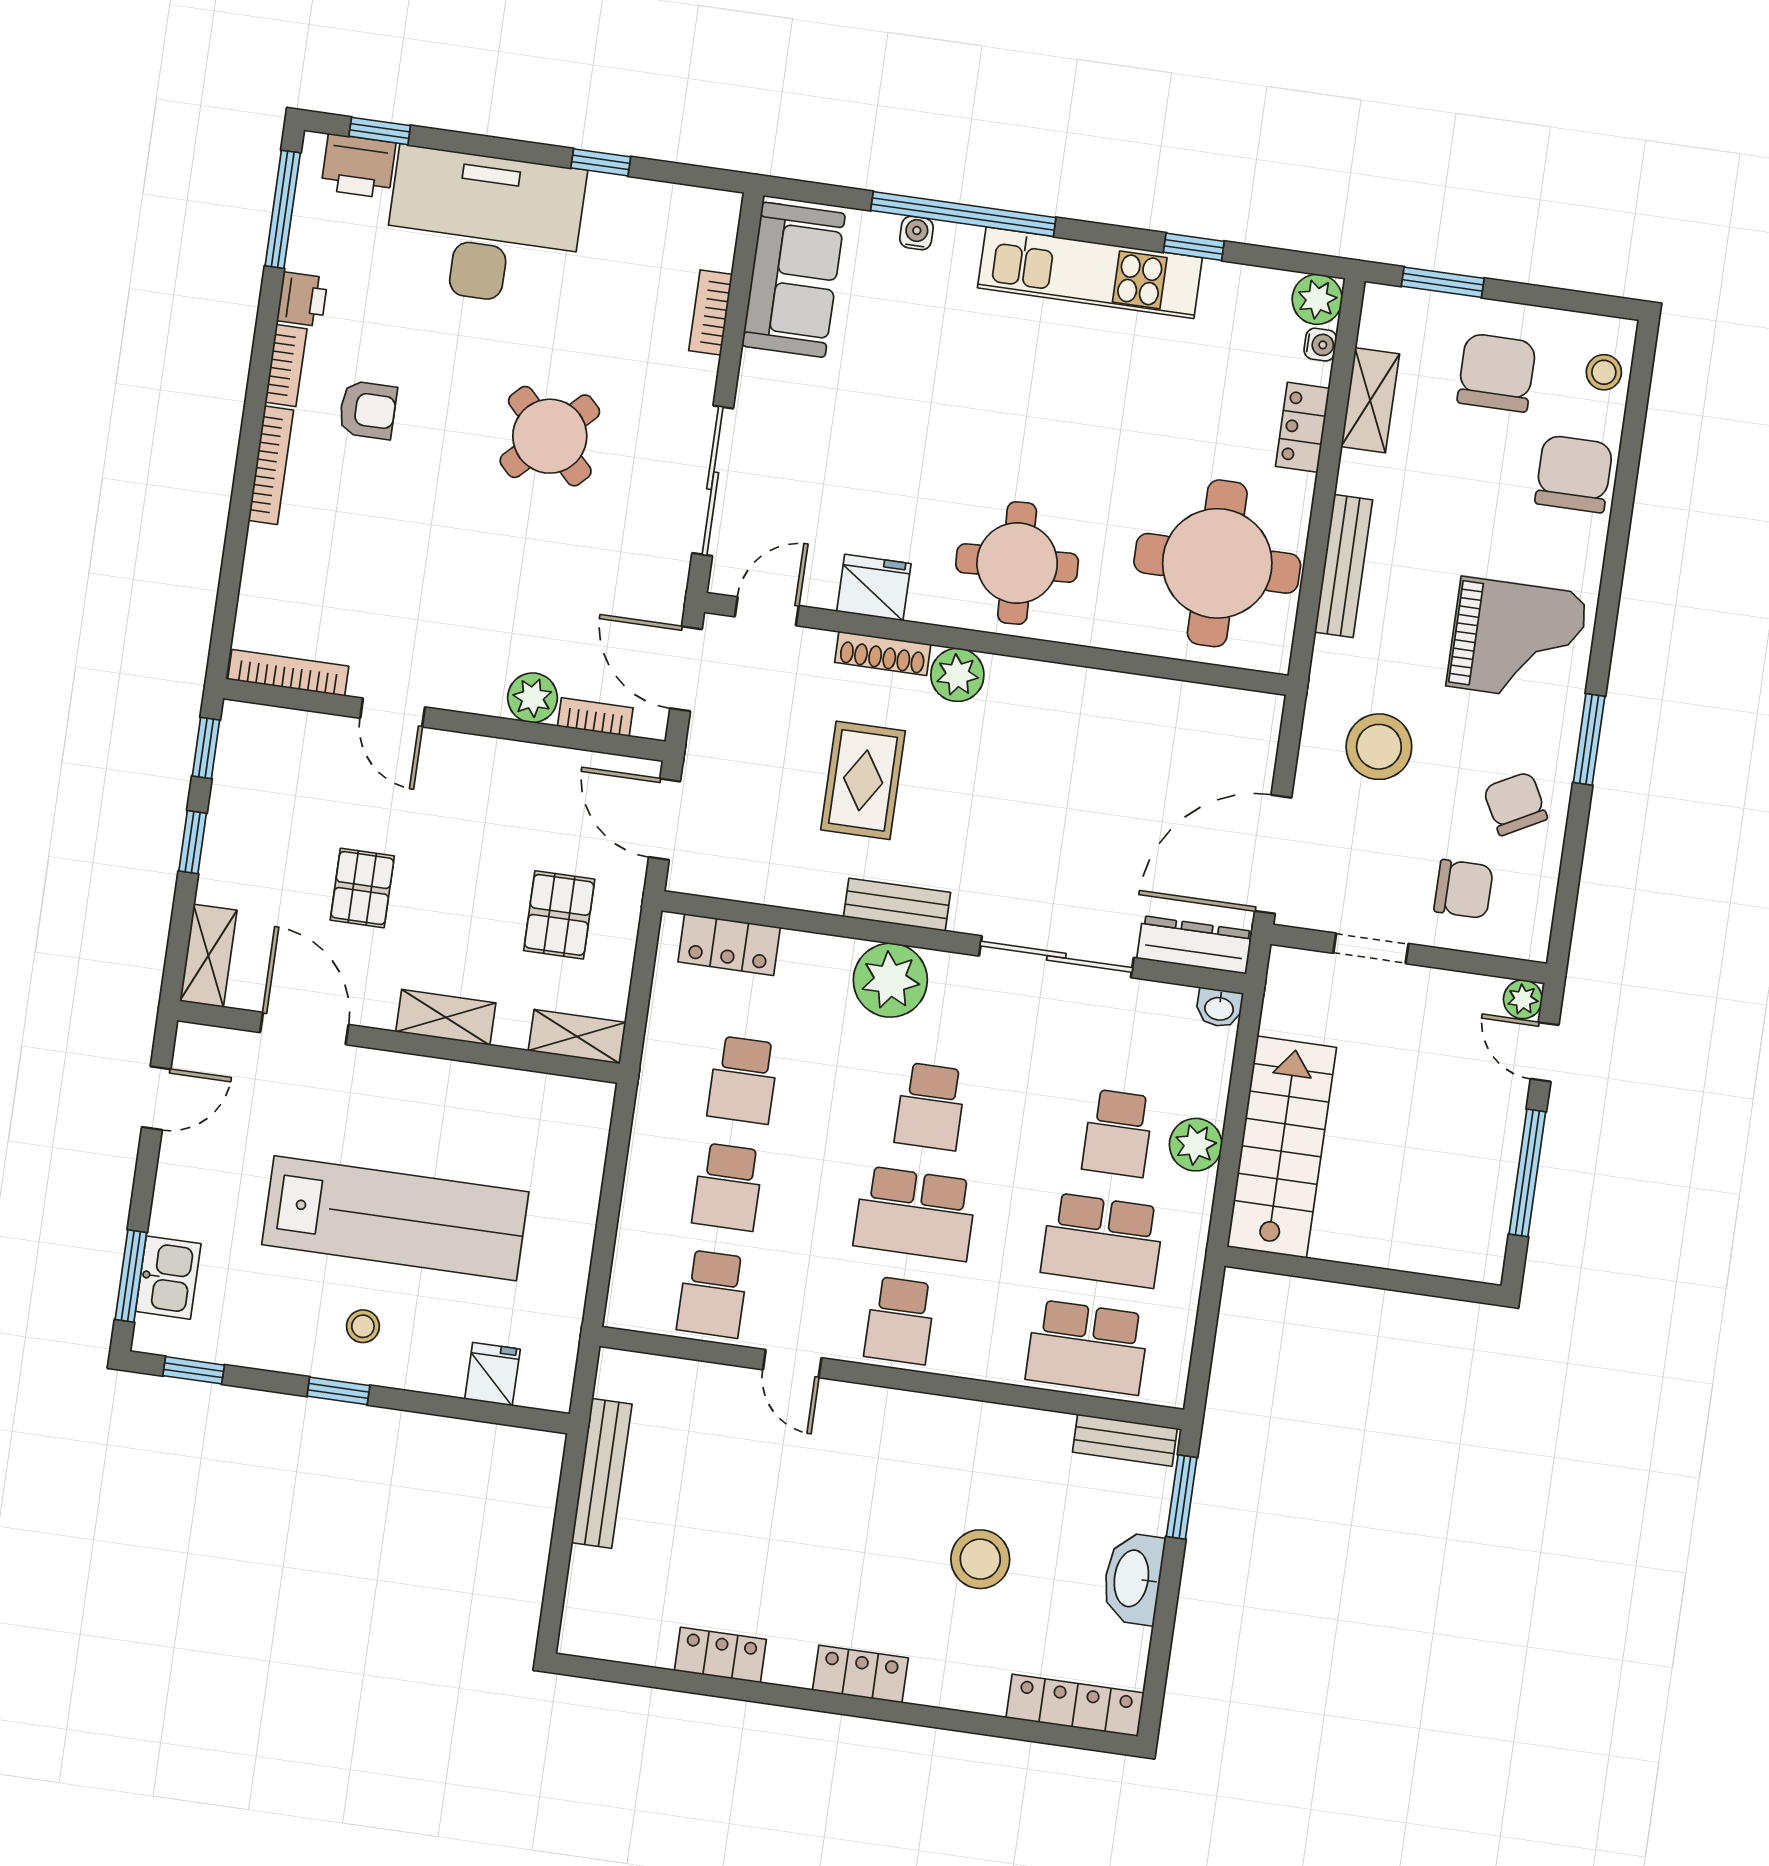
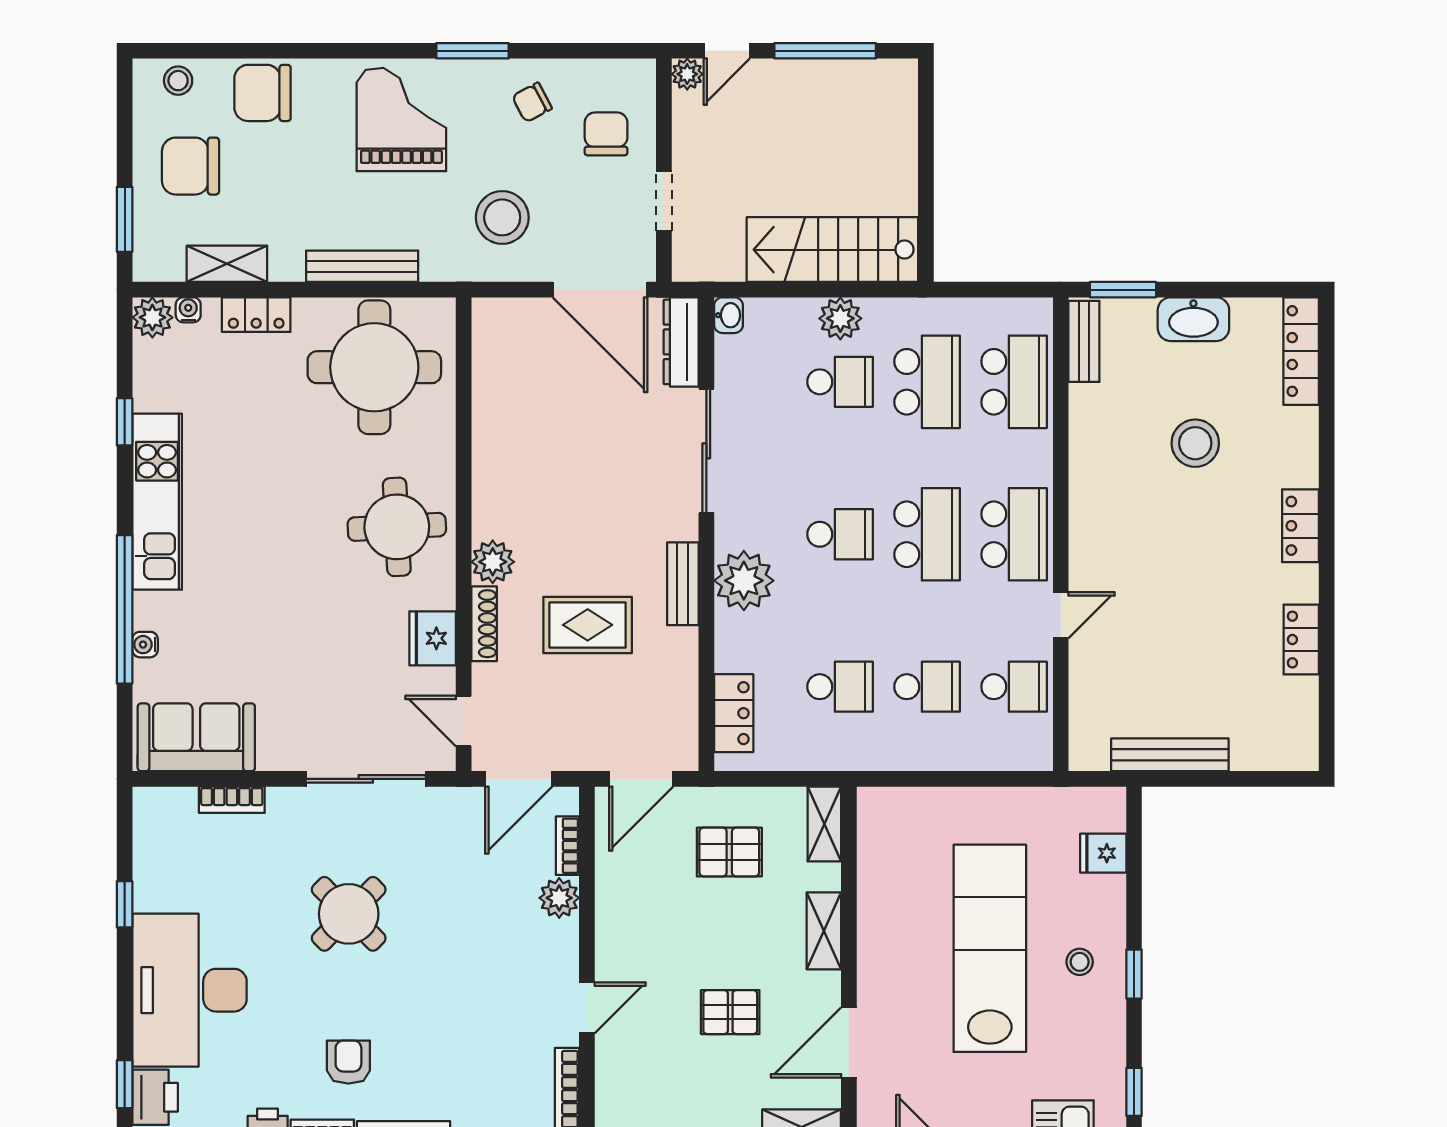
chair: (1515, 804) -> (532, 102), width x0.73, depth x0.73
school desk: (900, 1321) -> (1014, 534), width x1.85

